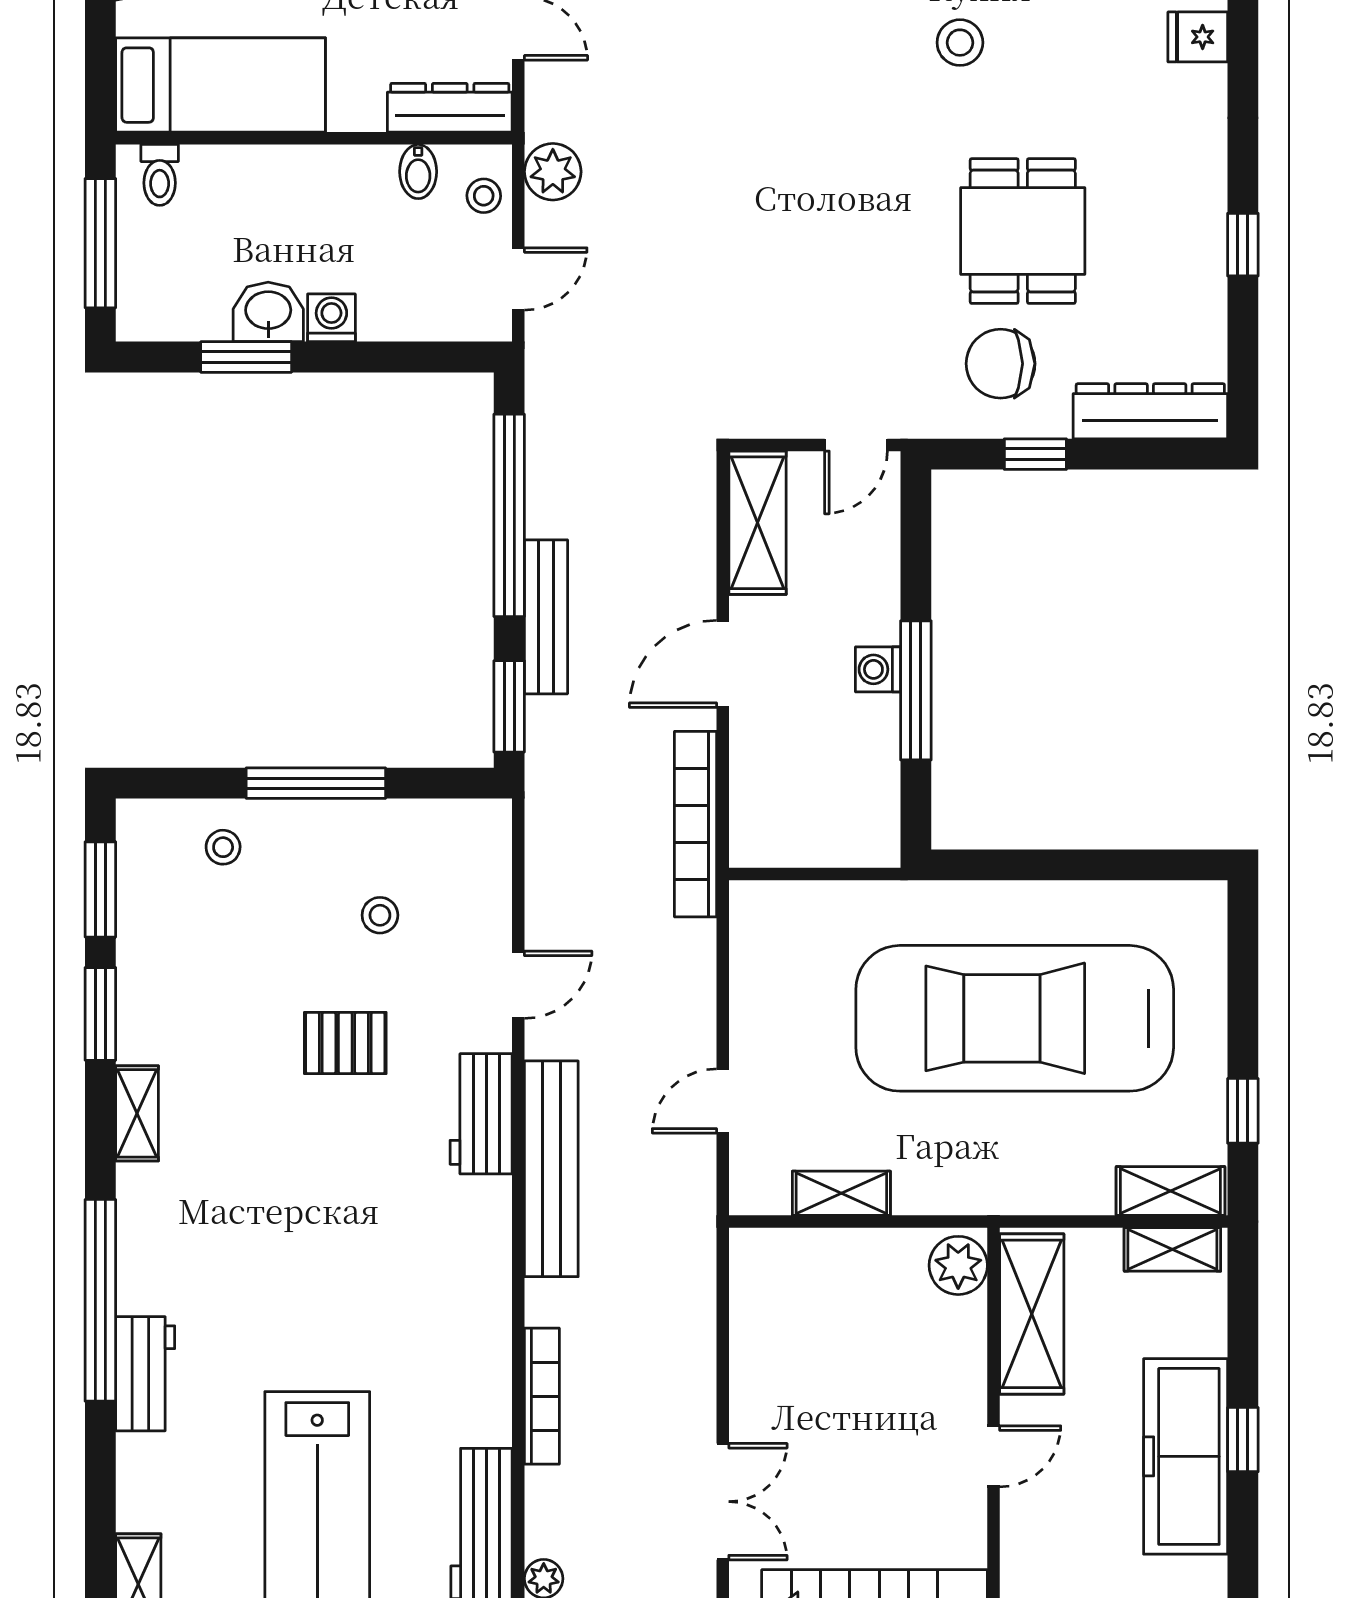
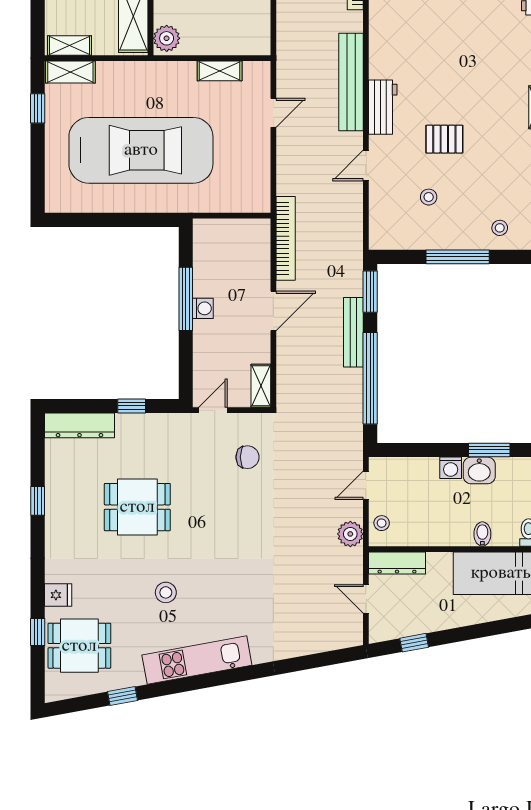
bidet: (418, 172) -> (482, 534), moved
dining table: (1023, 231) -> (137, 507), turned 90
chair: (1001, 364) -> (248, 457), moved, width x0.73, depth x0.73
shelving: (758, 523) -> (261, 386), width x0.67, depth x0.75

